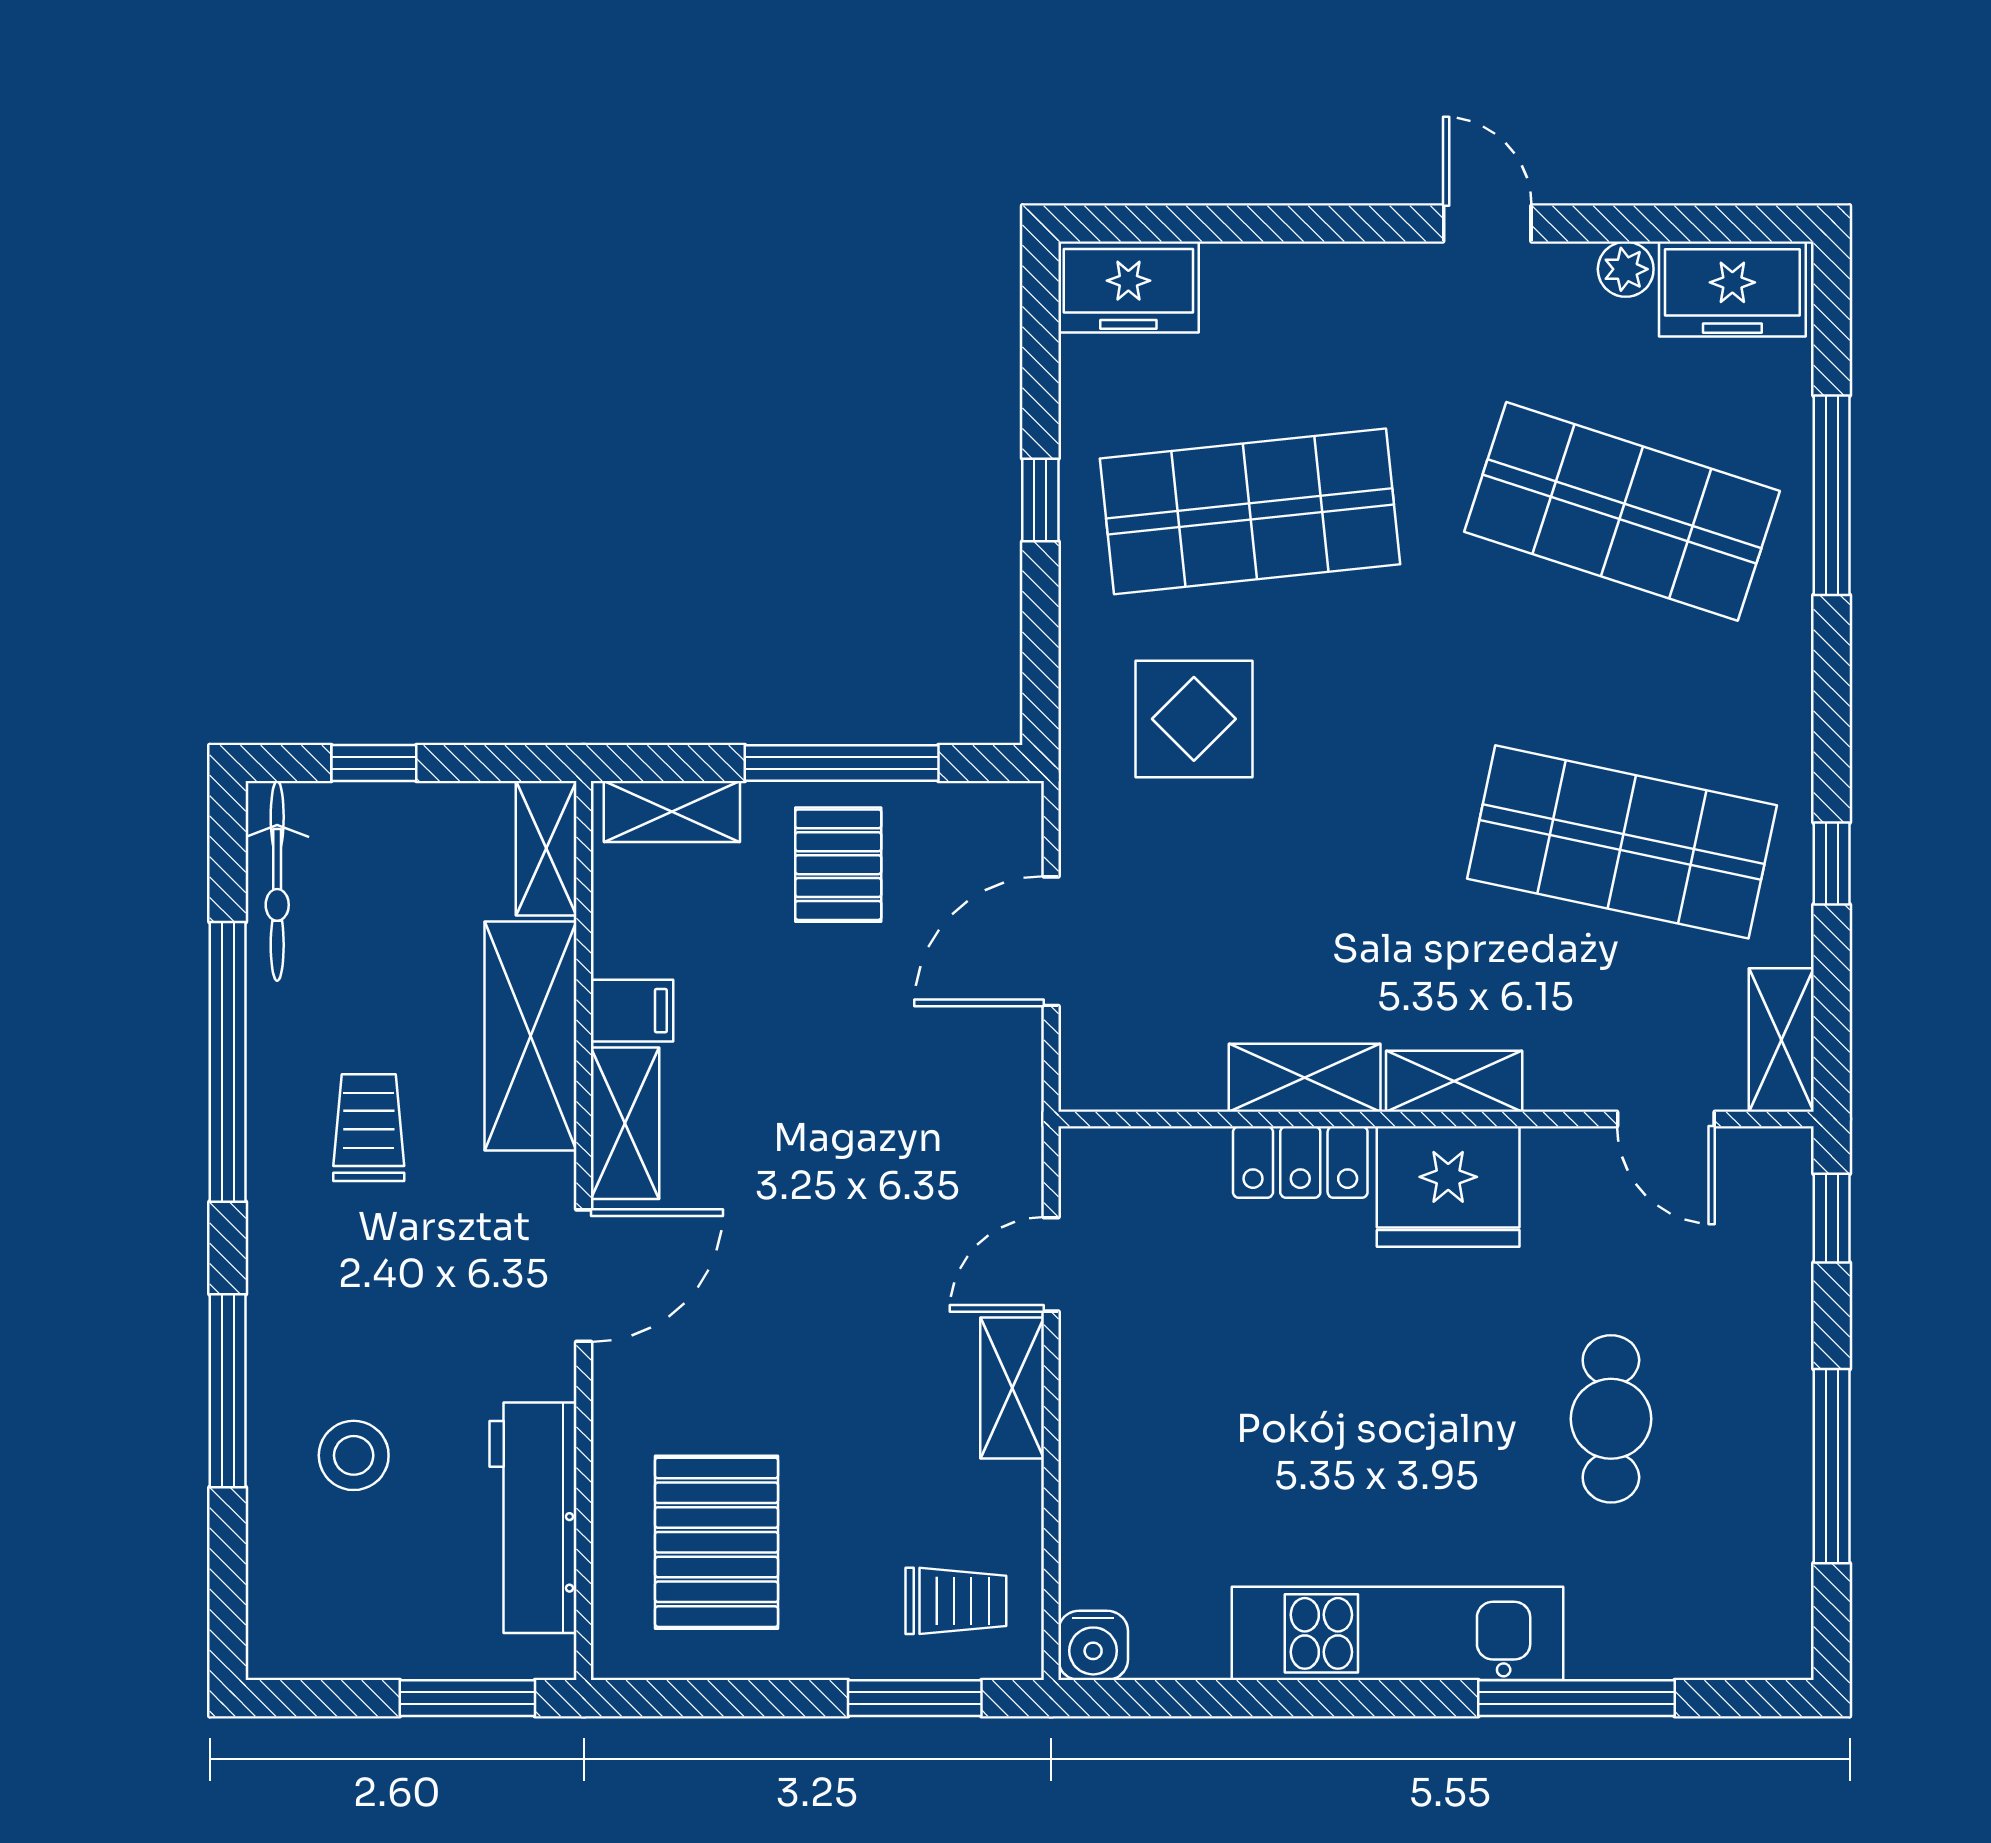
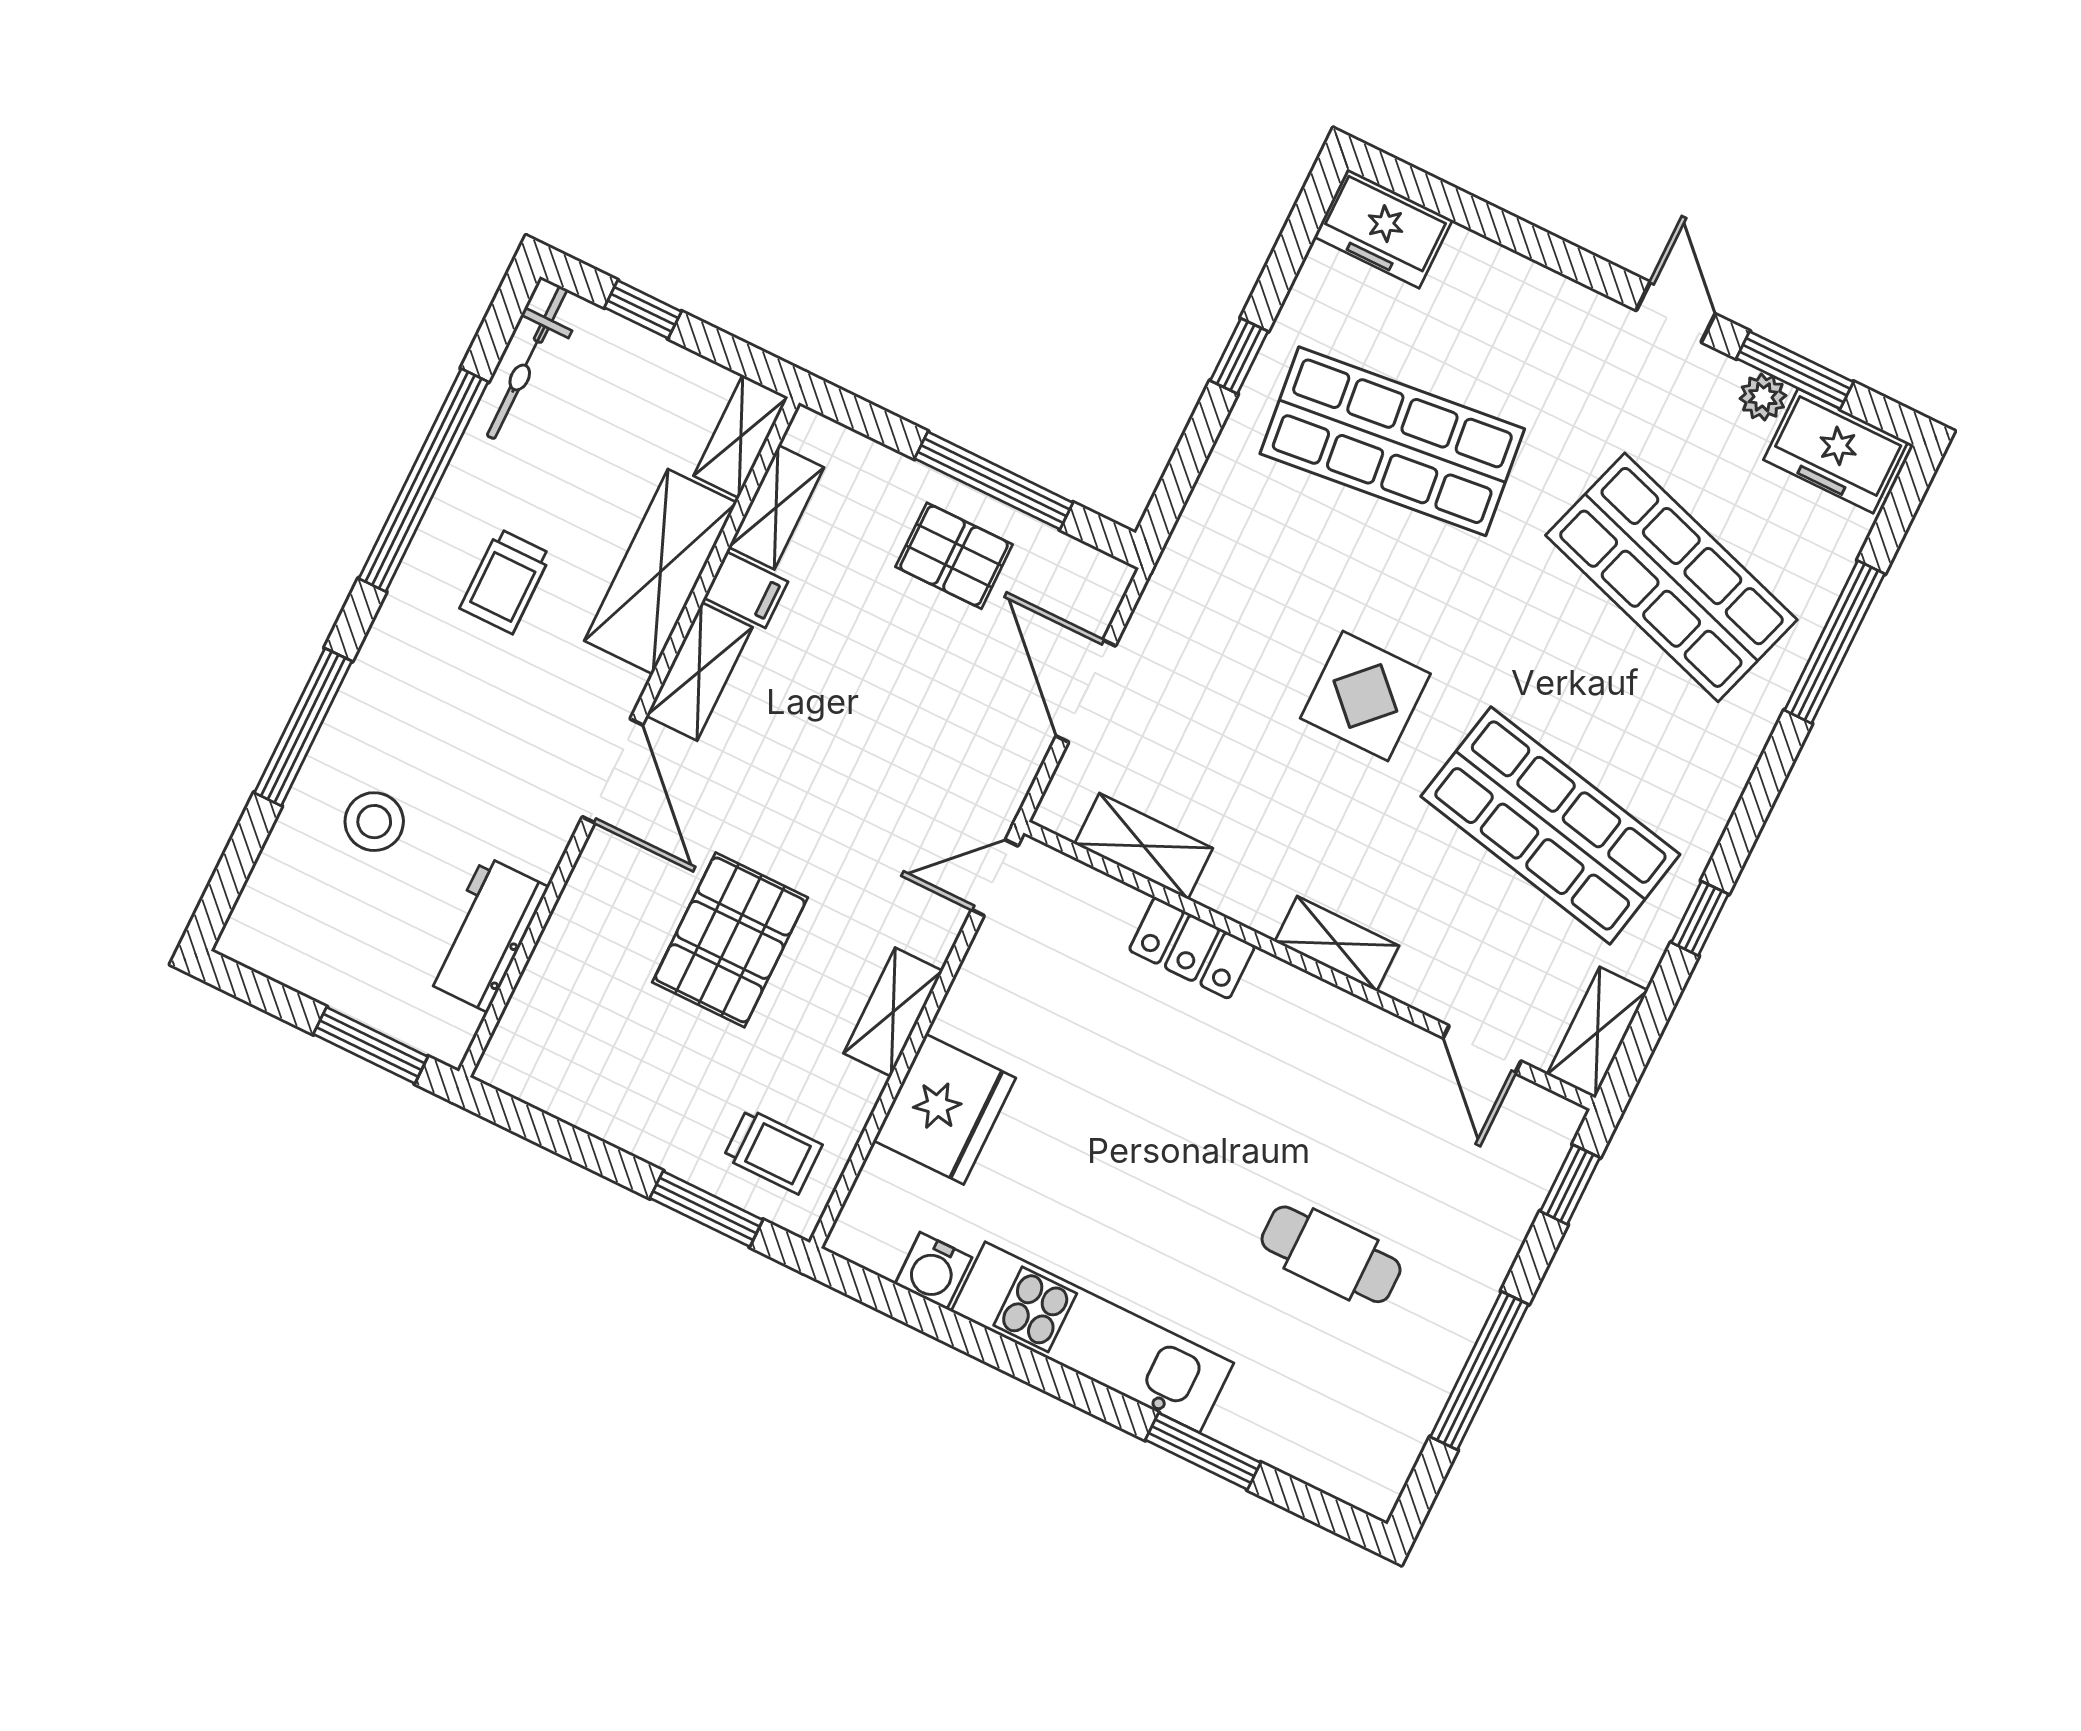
window: (1646, 224) -> (1795, 370), added
display table: (1194, 719) -> (1365, 696), moved
shelving: (672, 812) -> (776, 507), moved, turned 90
pallet: (838, 865) -> (954, 556), turned 90
door: (1051, 941) -> (1086, 691), hinge flipped
shelving: (1305, 1078) -> (1144, 846), moved
trolley: (369, 1128) -> (506, 581), turned 180
fridge: (1448, 1187) -> (945, 1109), moved, turned -90
door: (1051, 1264) -> (995, 878), moved
door: (584, 1276) -> (613, 771), hinge flipped
cafe table: (1611, 1419) -> (1331, 1254), turned 90
workbench: (533, 1518) -> (486, 934), width x0.73
pallet: (717, 1542) -> (730, 940), moved
water cooler: (1093, 1645) -> (933, 1271), moved
window: (1576, 1698) -> (1203, 1451), width x0.69

